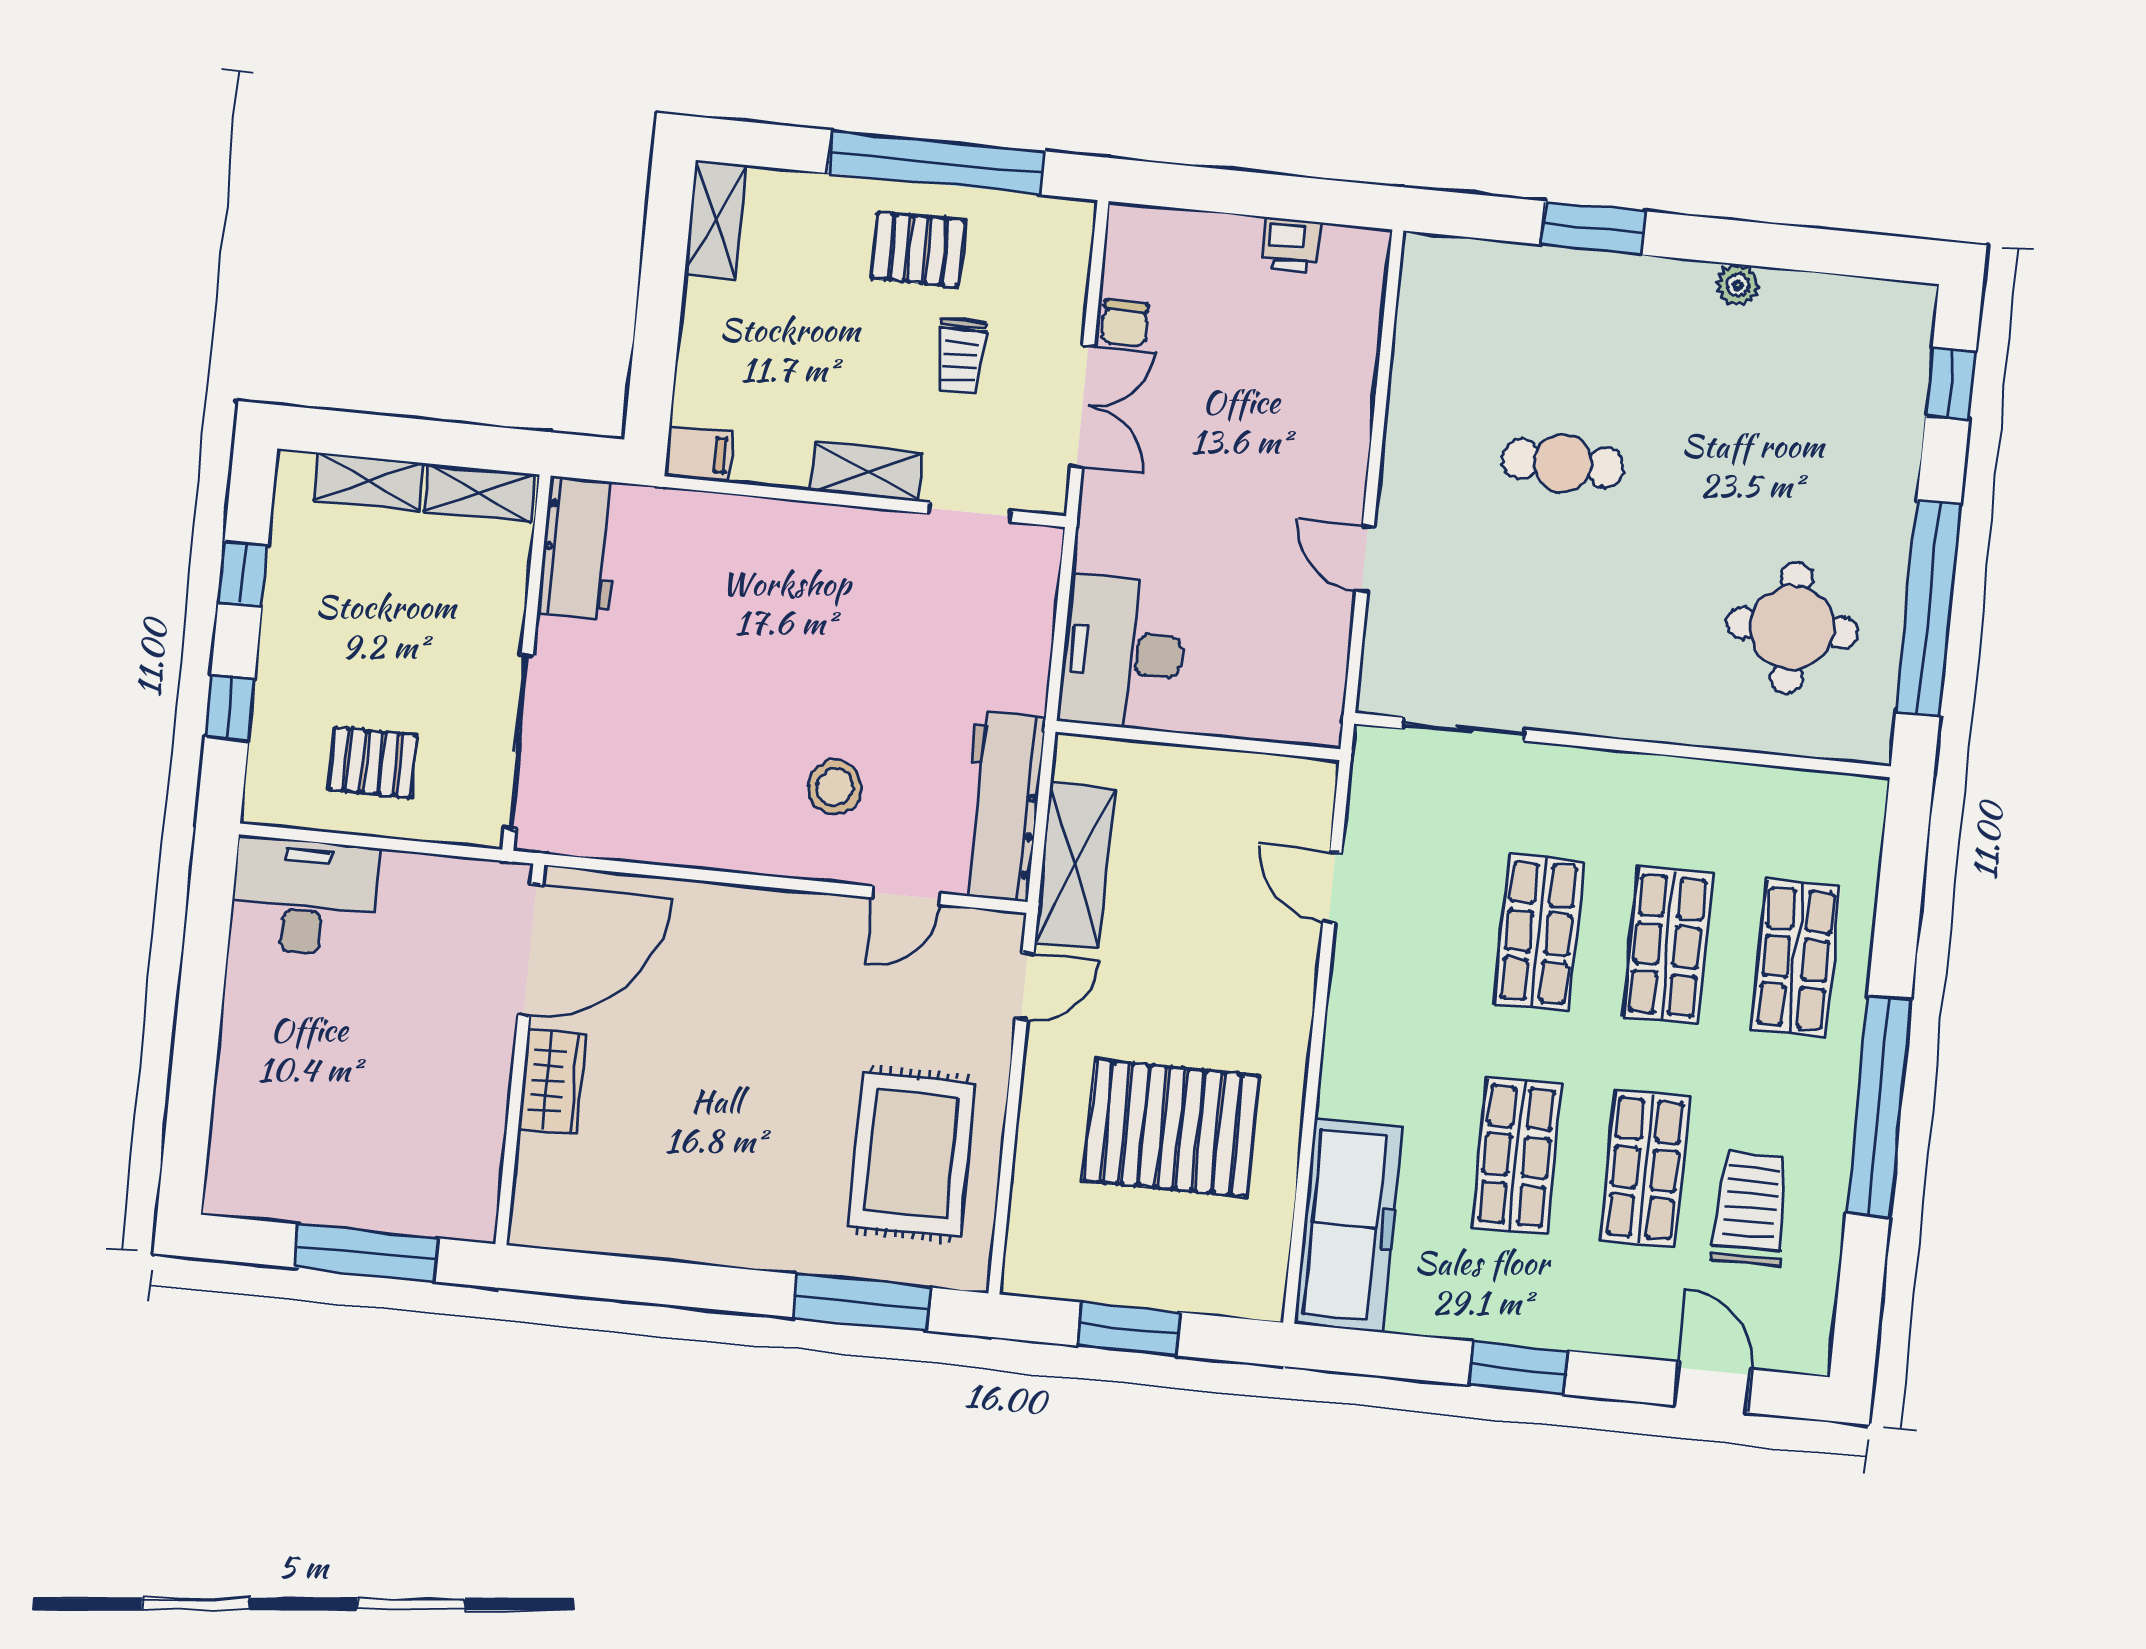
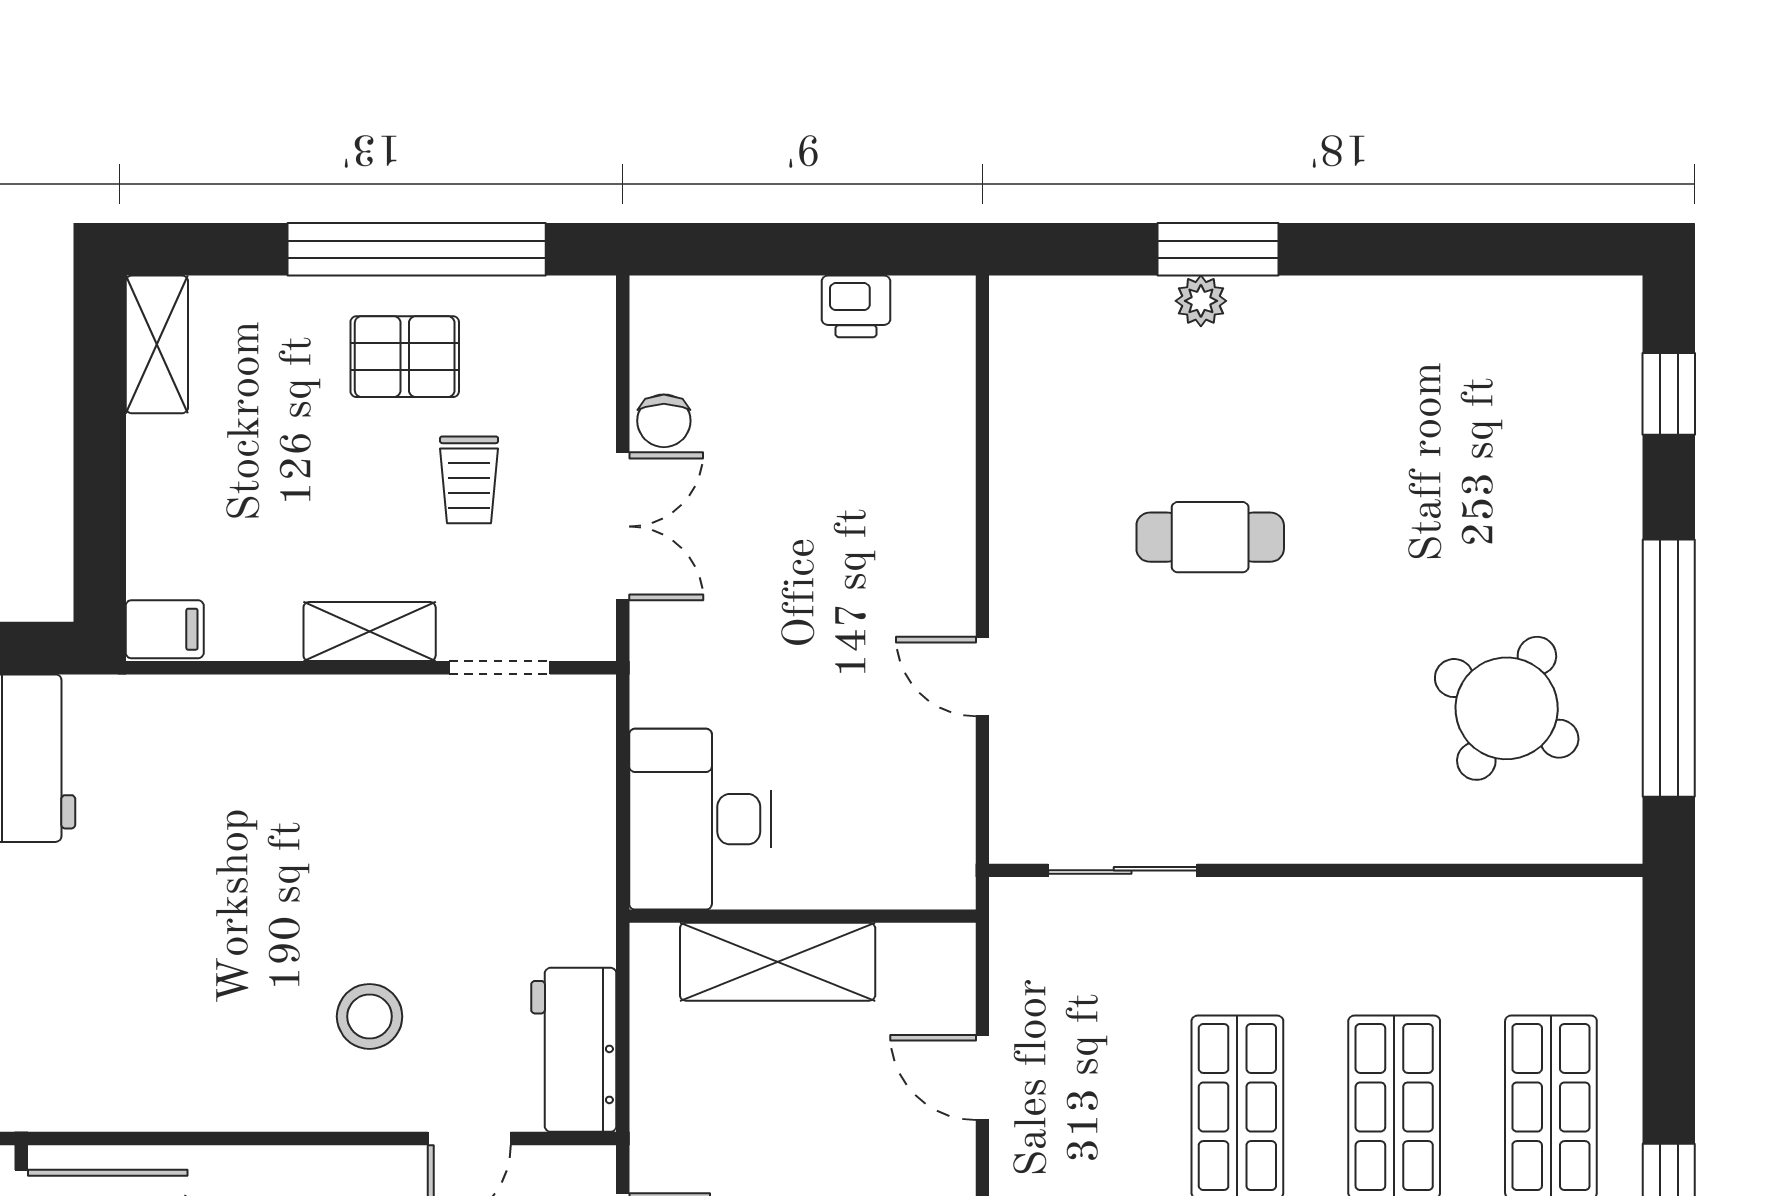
plant: (1738, 285) -> (1201, 301), moved
round table: (1792, 628) -> (1507, 708), turned 30
workbench: (1002, 806) -> (574, 1050), width x0.73
shelving: (1074, 865) -> (778, 962), moved, turned 90

